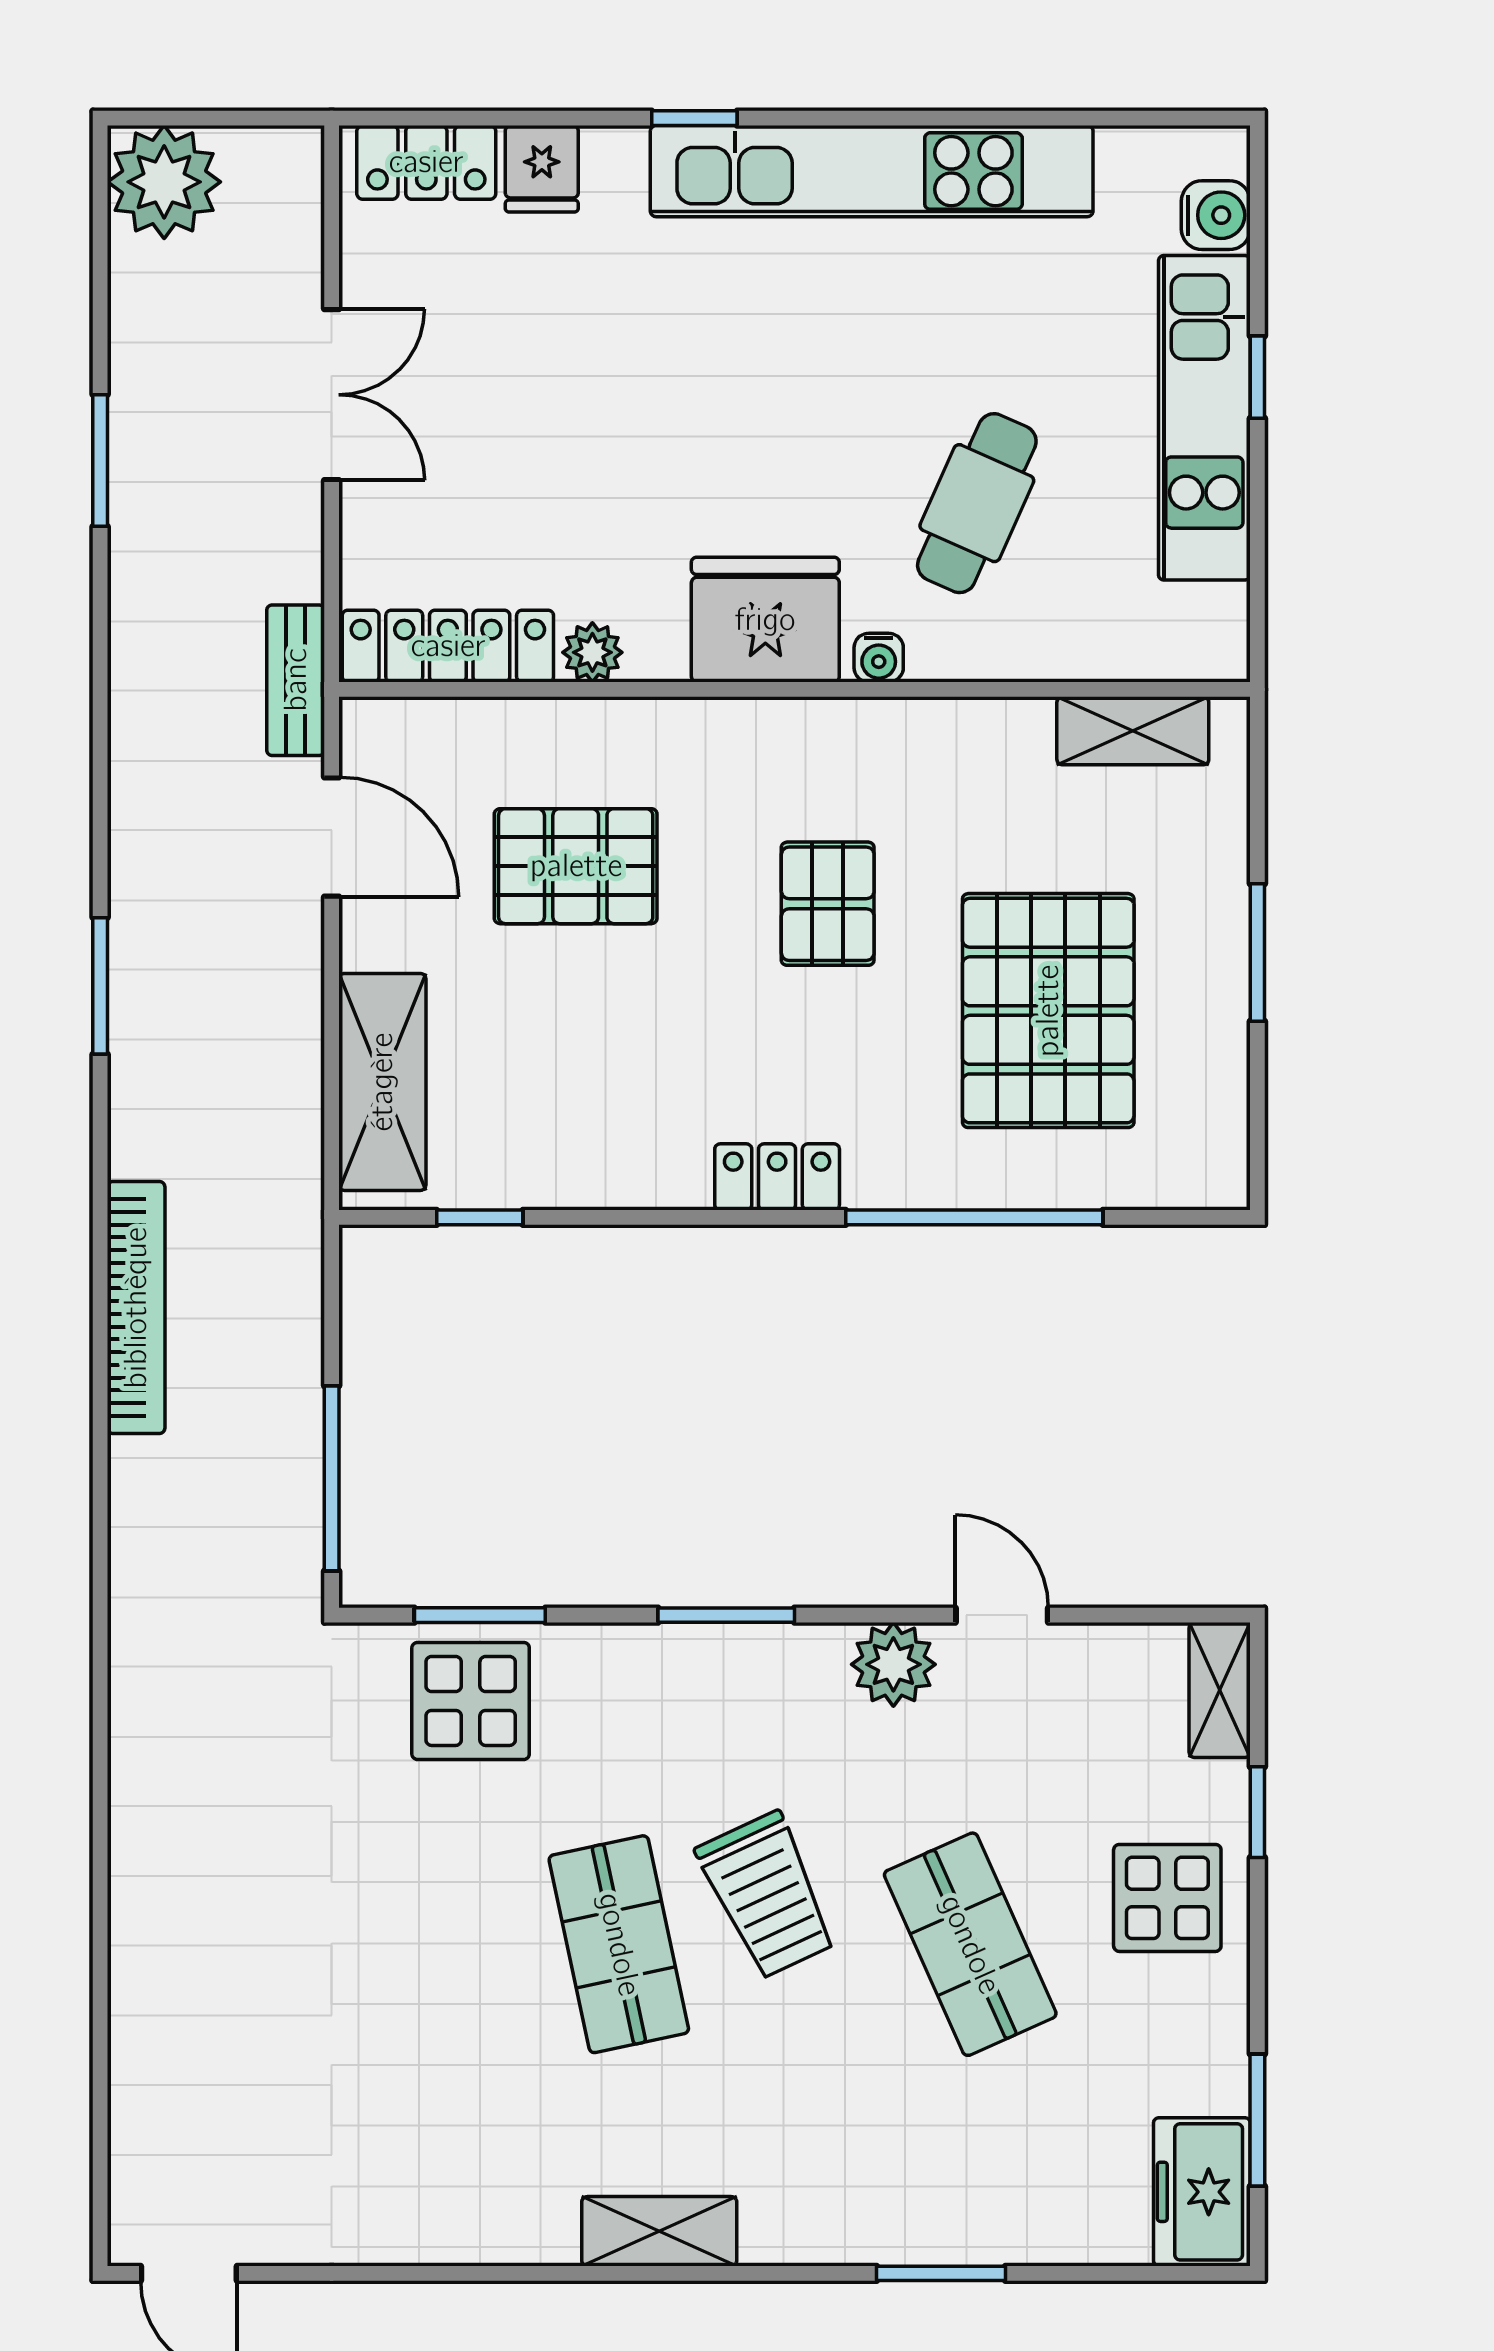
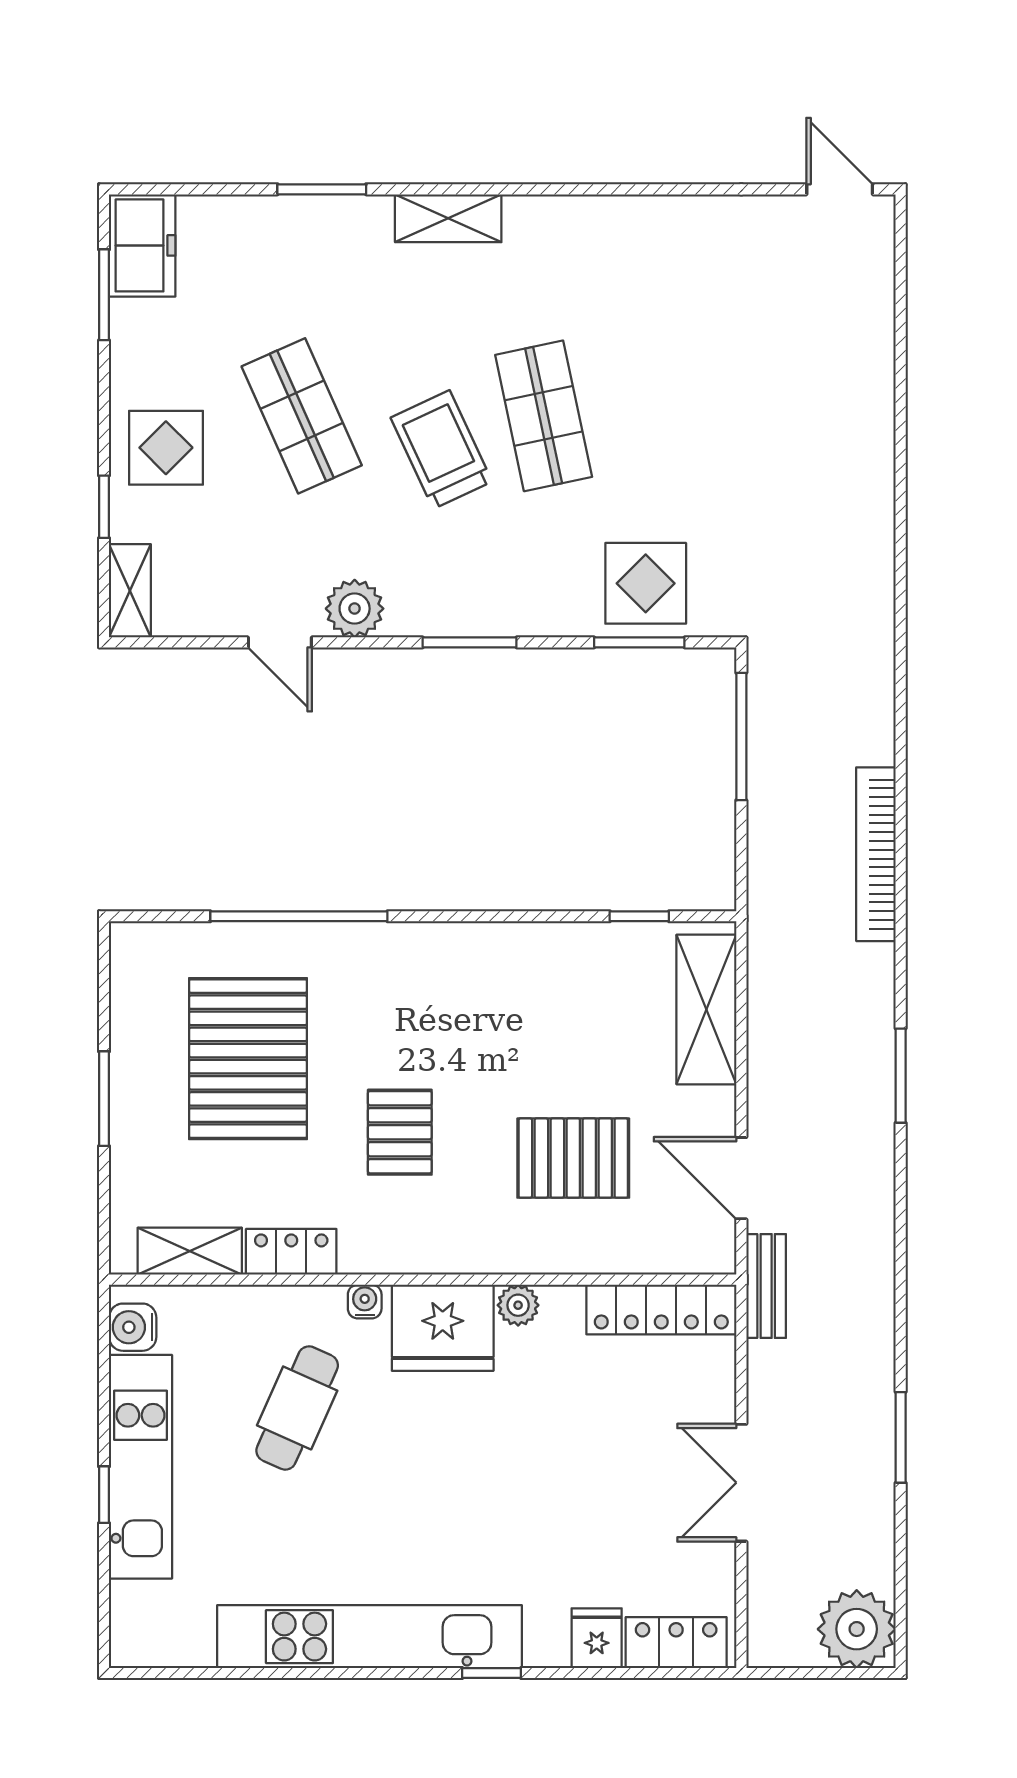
water cooler: (1216, 215) -> (133, 1327), moved
plant: (592, 652) -> (518, 1305), moved
locker: (777, 1177) -> (291, 1252), moved, turned 180
shelving: (659, 2231) -> (448, 218), moved

